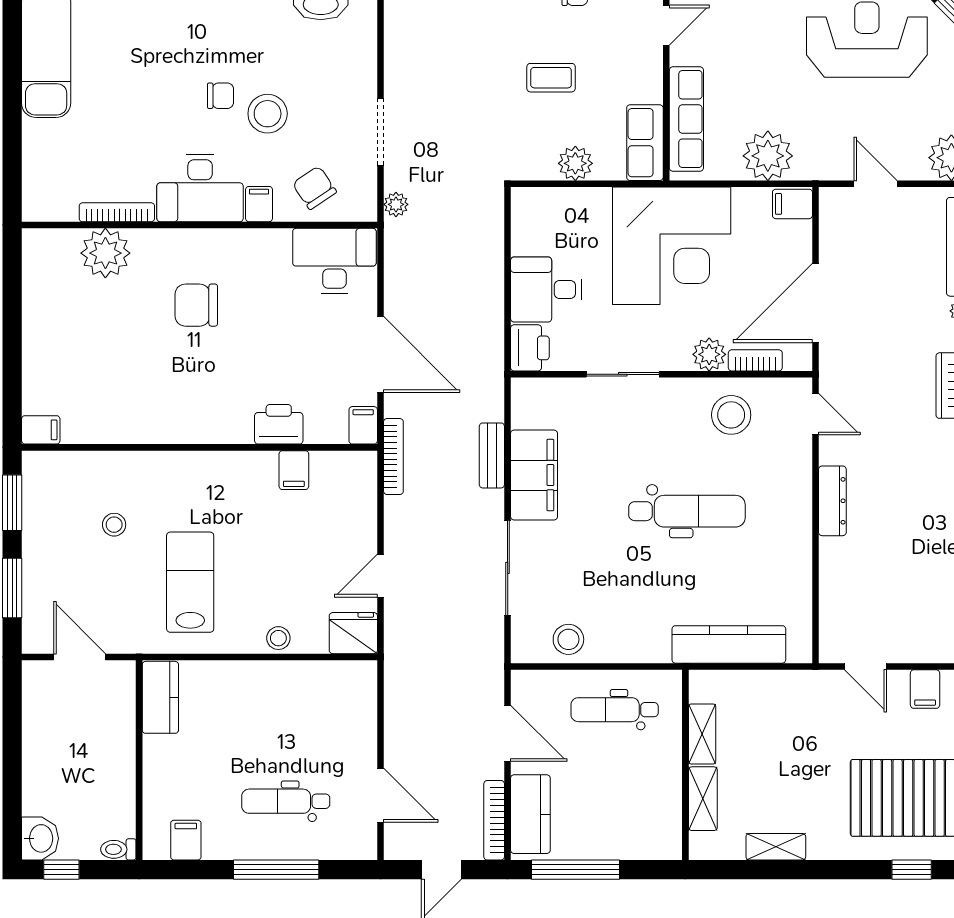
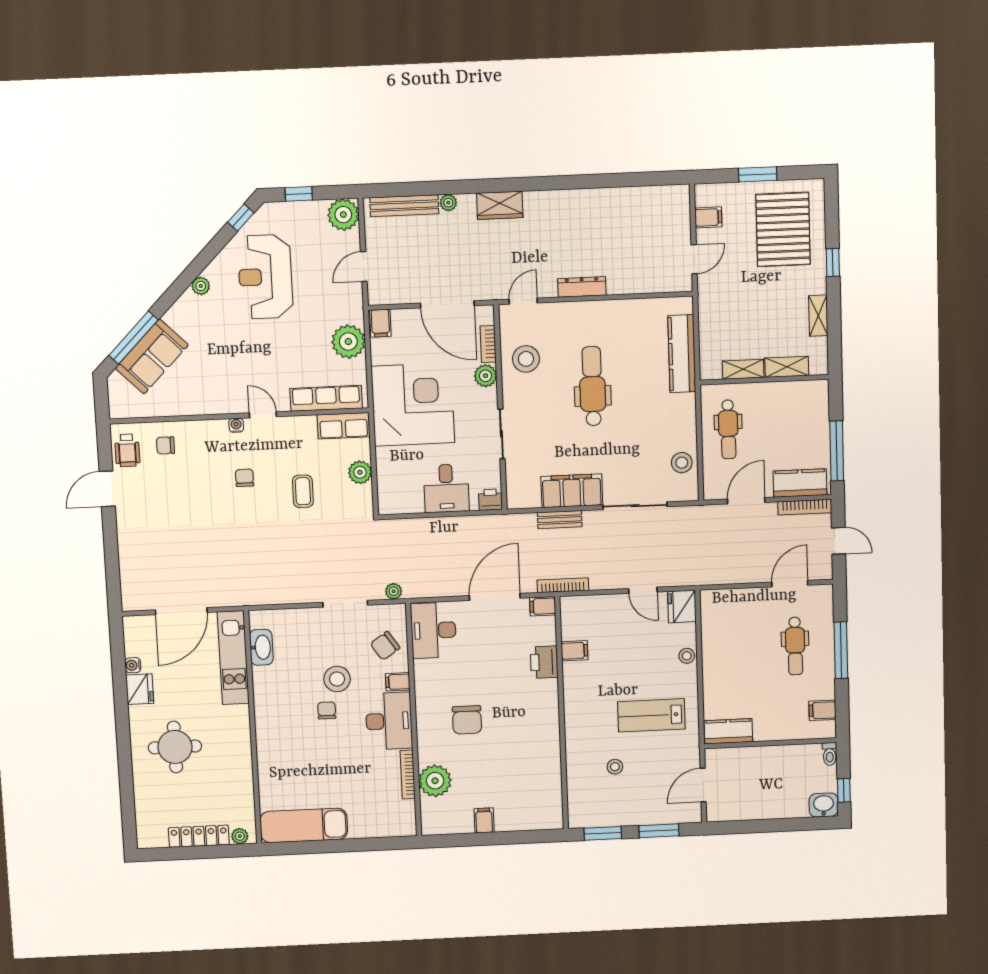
printer: (530, 348) -> (490, 500), width x0.73, depth x0.81
filing cabinet: (41, 430) -> (484, 820), moved
window: (912, 870) -> (833, 262), moved

